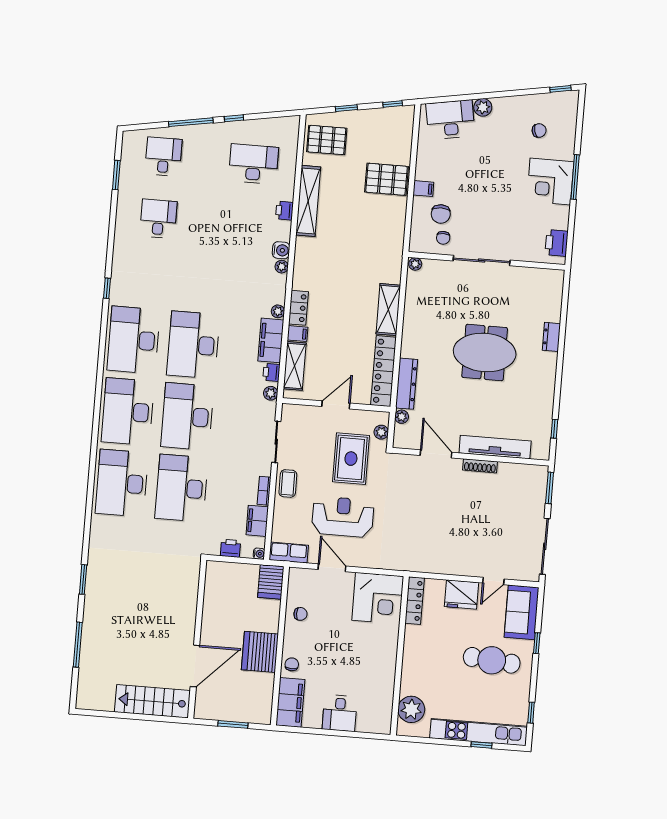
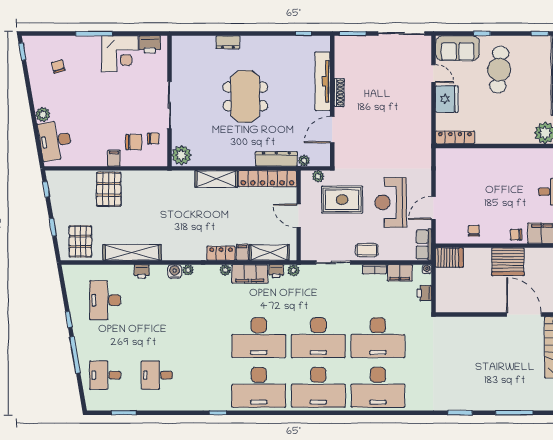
corner desk: (550, 182) -> (120, 54), moved
plant: (415, 264) -> (181, 155), width x1.88, depth x1.88
corner desk: (378, 598) -> (456, 168), removed

